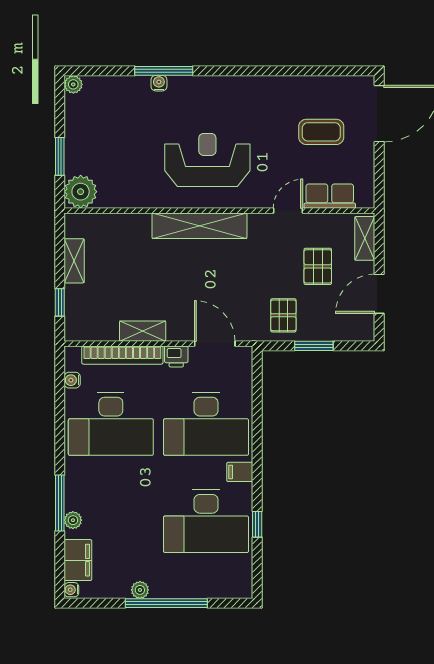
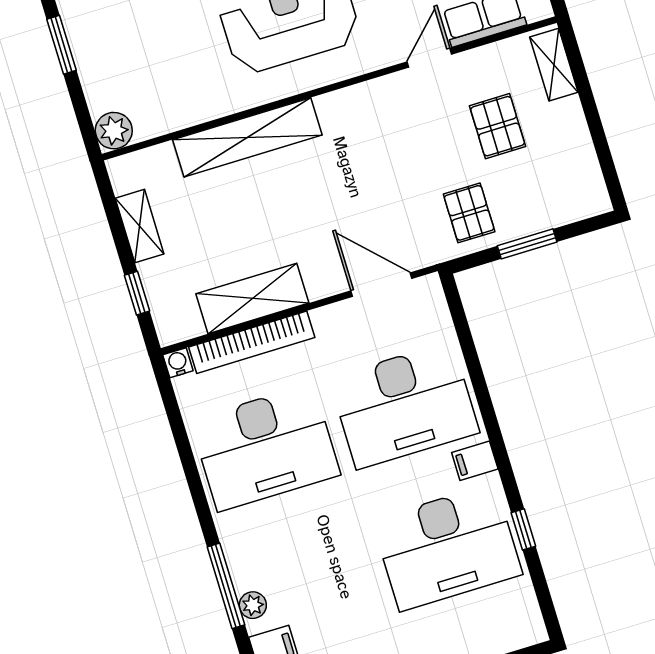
window: (60, 156) -> (61, 45), moved
plant: (81, 192) -> (114, 131), width x0.73, depth x0.73
shelving: (199, 226) -> (247, 137), moved
door: (379, 294) -> (599, 139), removed
shelving: (143, 331) -> (252, 298), width x1.50, depth x1.33
printer: (176, 356) -> (331, 320), removed
water cooler: (72, 380) -> (178, 363), moved, turned 90

